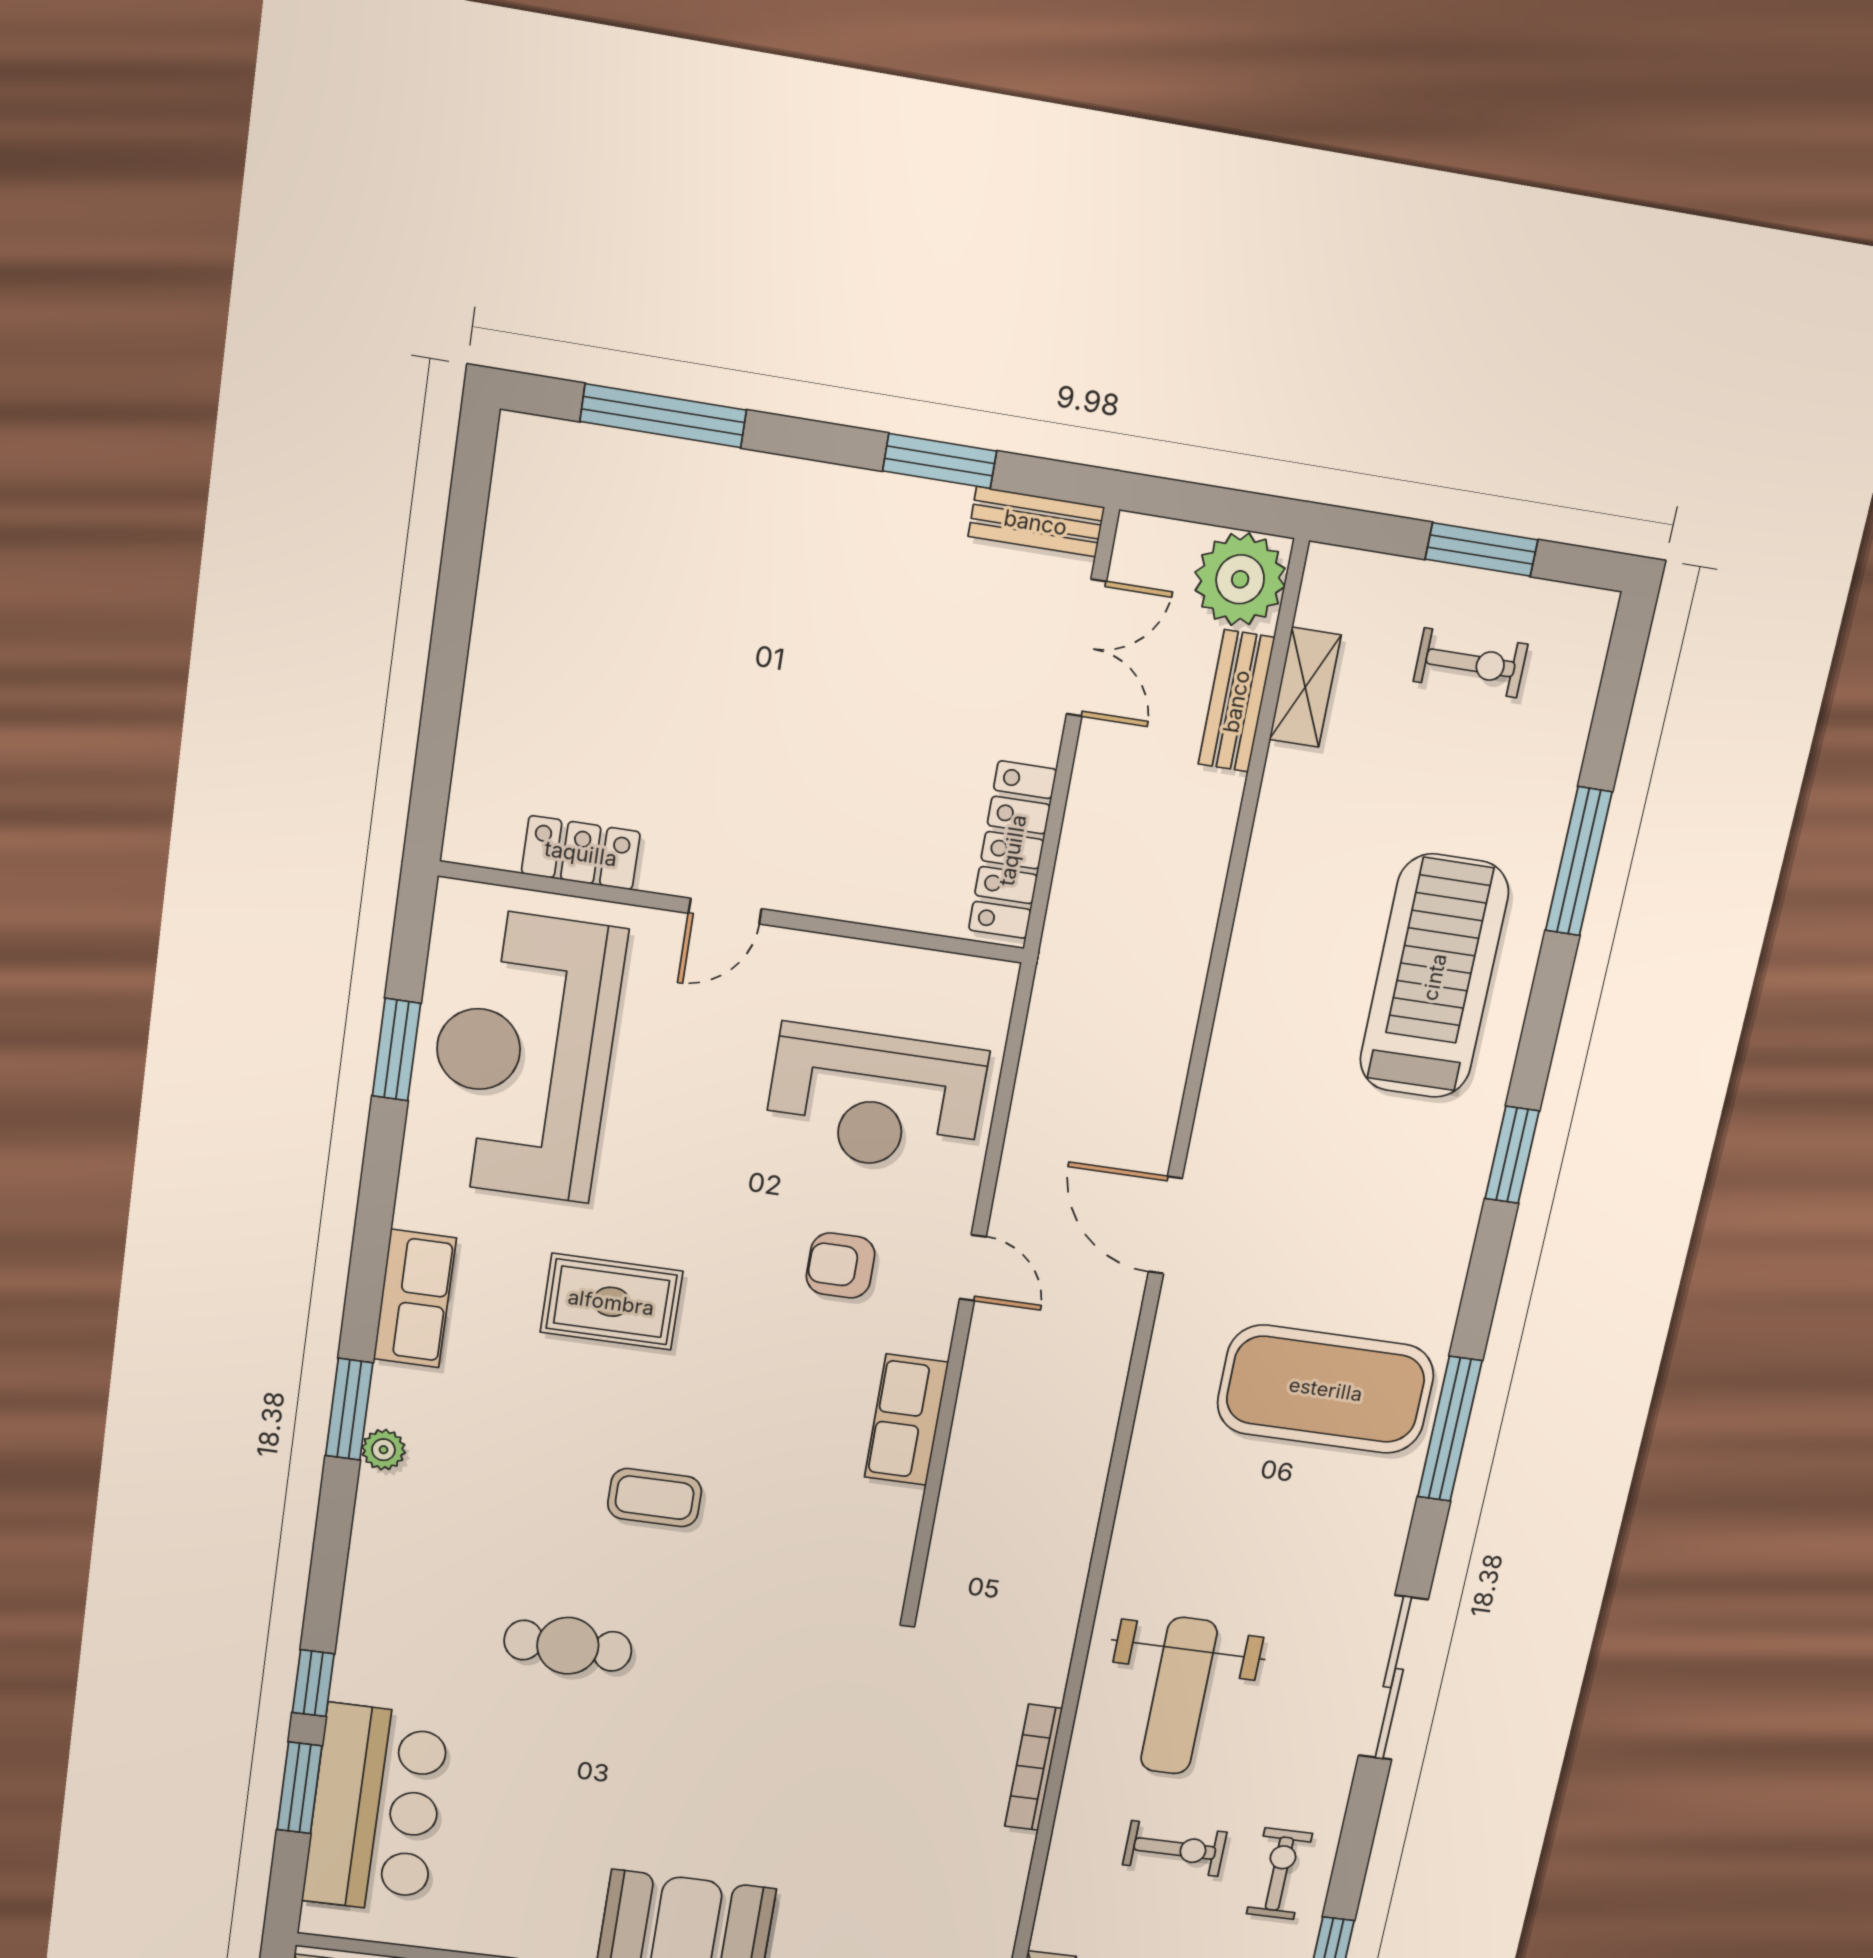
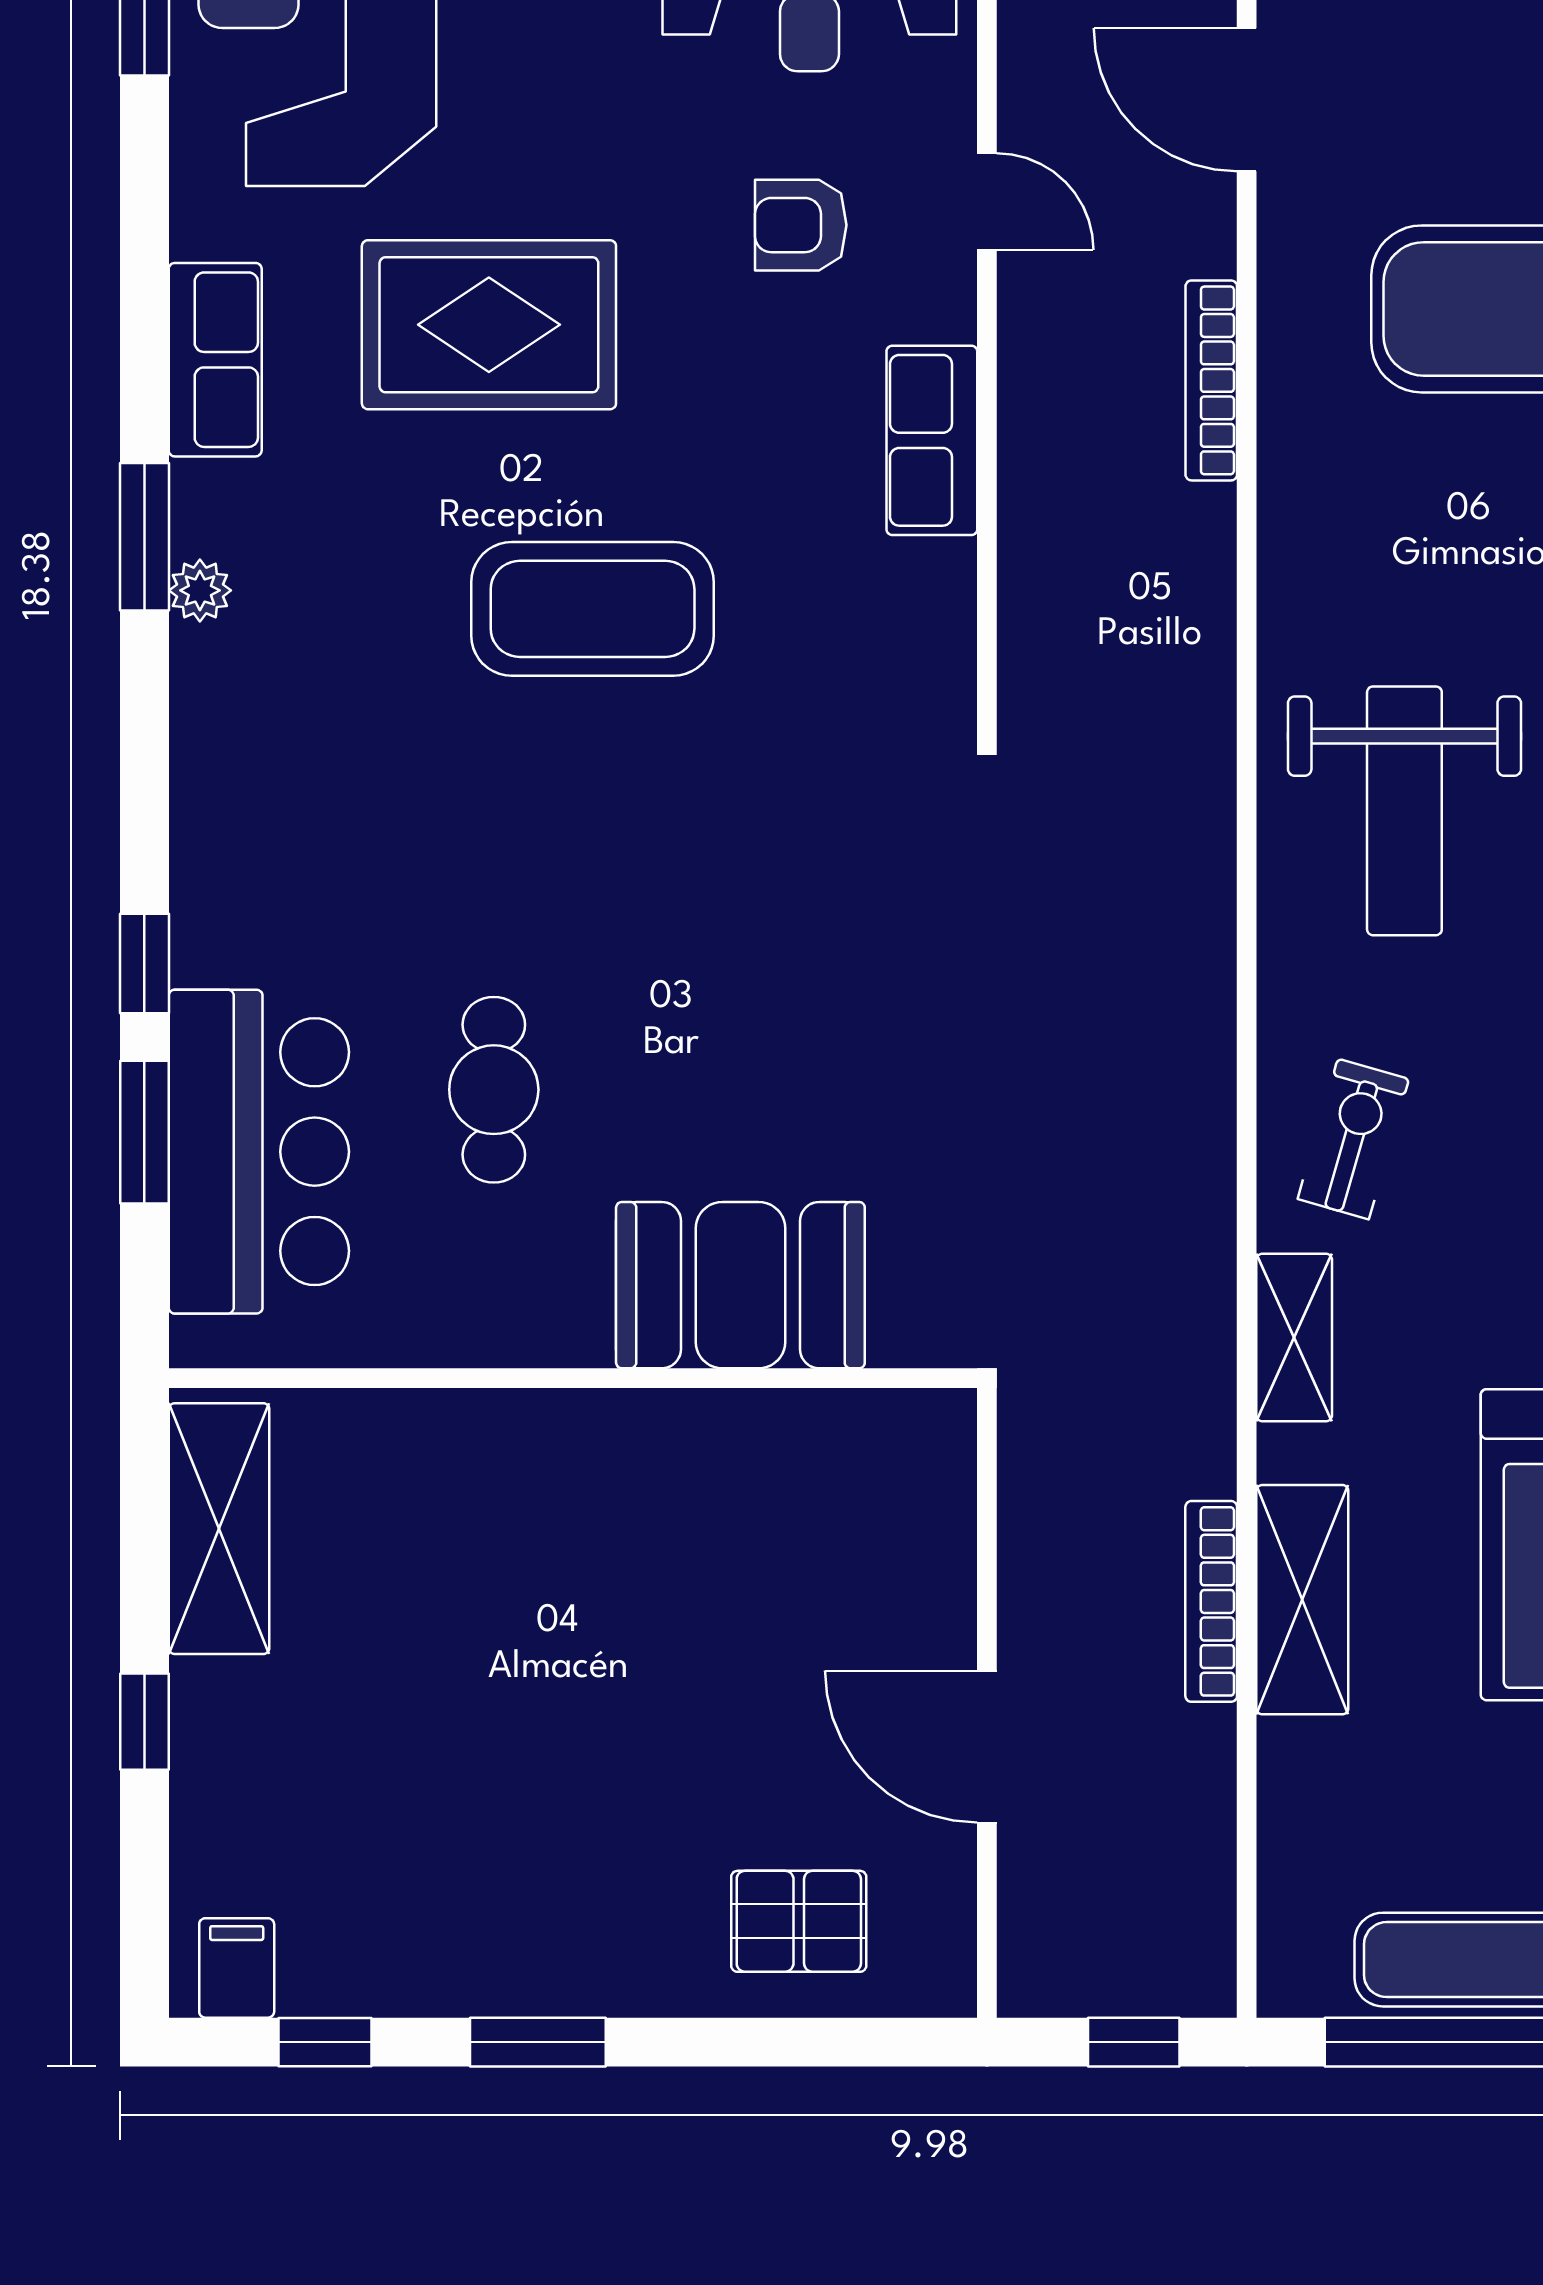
rug: (611, 1302) -> (489, 325), width x1.36, depth x1.43
coffee table: (655, 1498) -> (593, 609), width x1.86, depth x1.72
cafe table: (568, 1646) -> (494, 1090), moved, turned 90
bookcase: (1034, 1767) -> (1211, 380), moved
exercise bike: (1175, 1849) -> (1353, 1139), moved, turned -74

